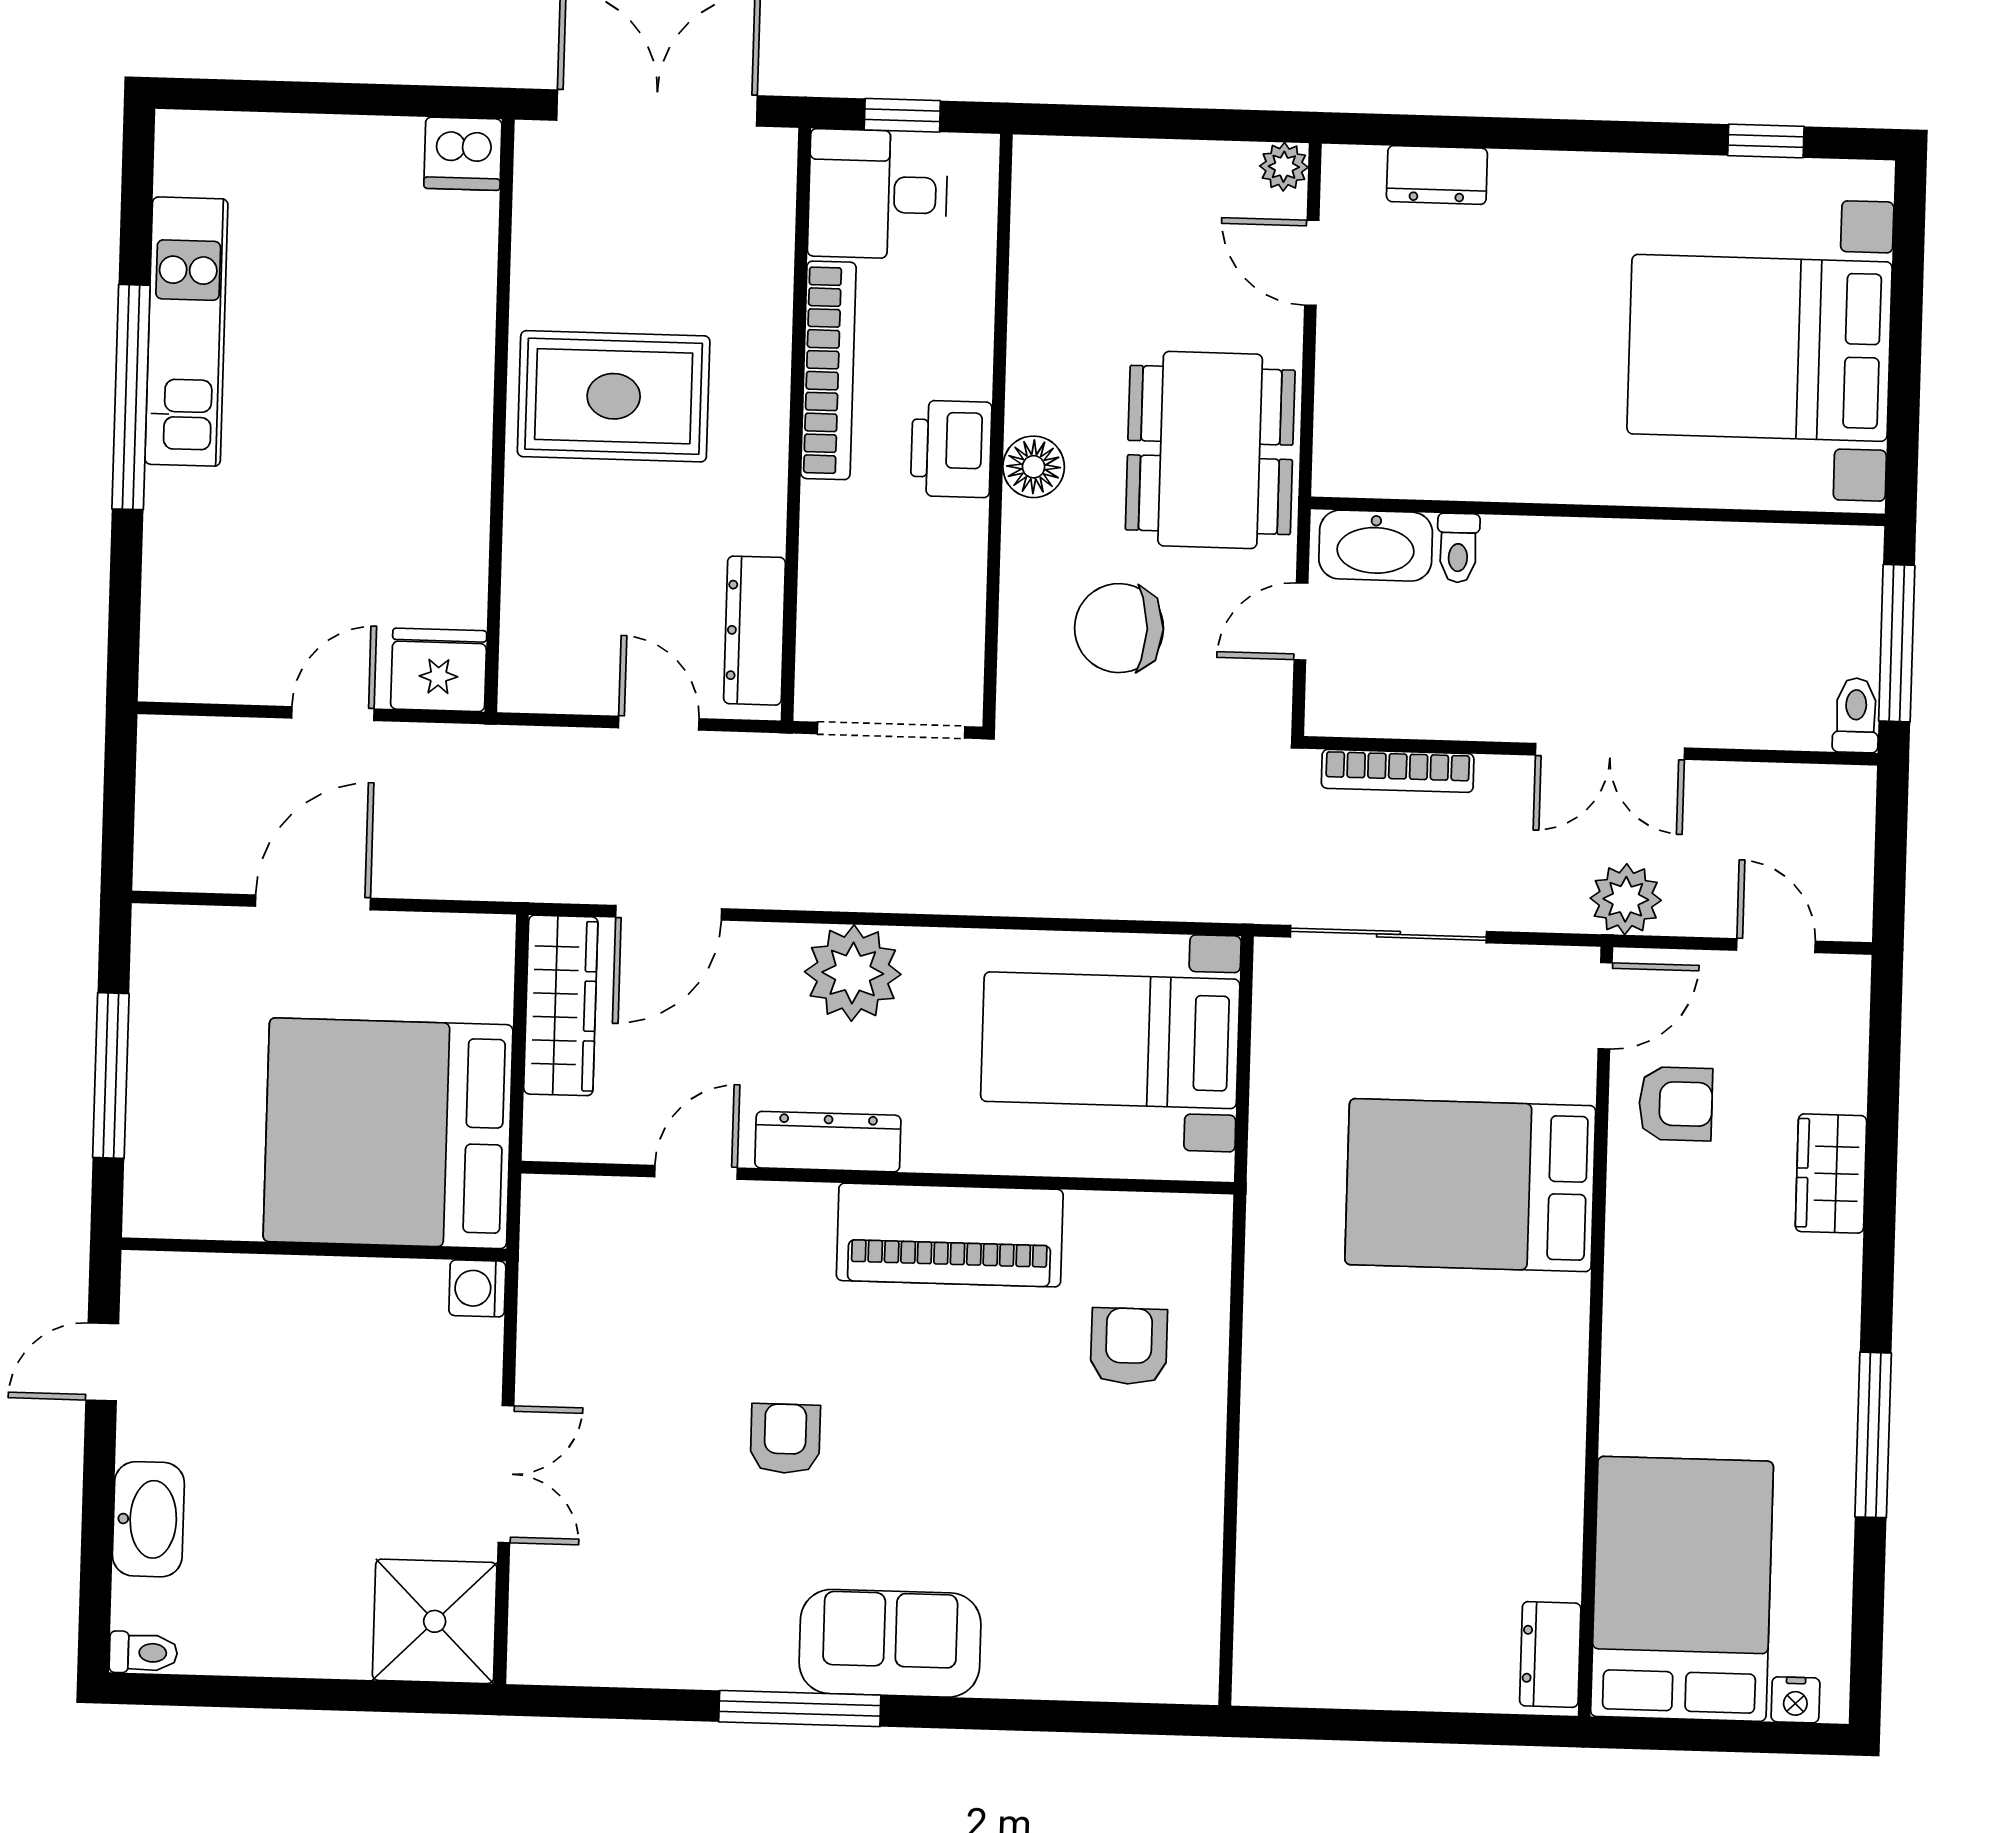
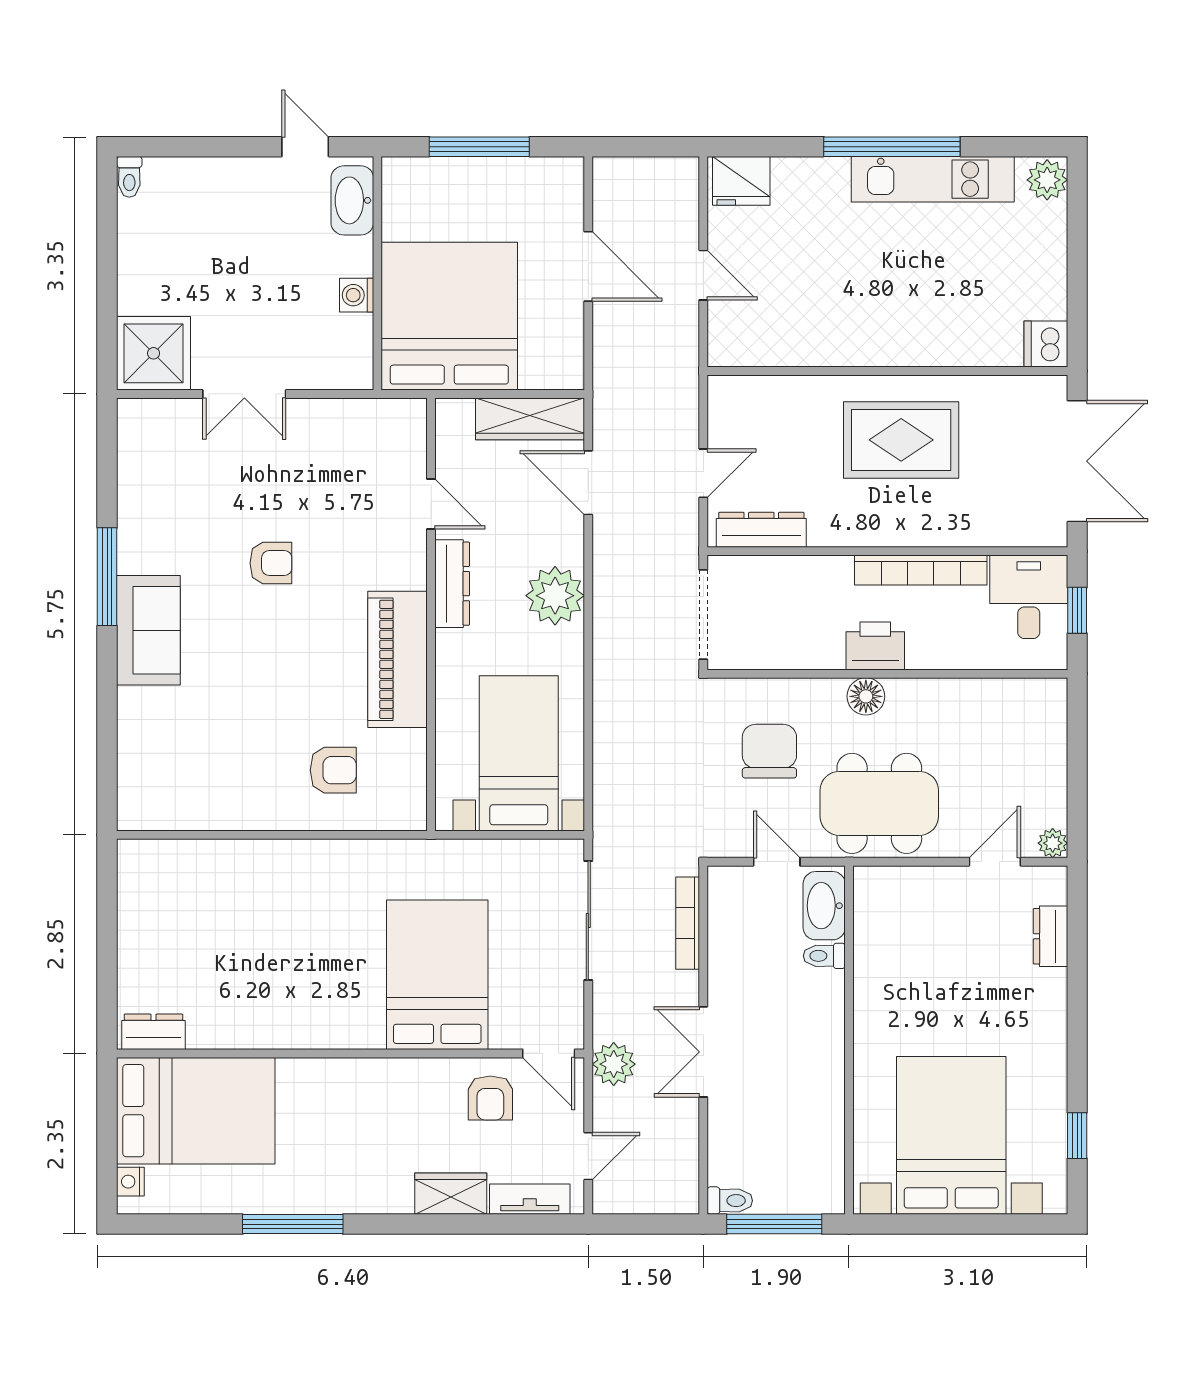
plant: (193, 143) -> (1047, 180), added
rug: (614, 396) -> (901, 440), turned 90
fridge: (439, 670) -> (741, 181), moved, turned 90
tv unit: (1844, 1044) -> (530, 1199), added
washing machine: (477, 1288) -> (357, 295), moved, turned -90
washbasin: (148, 1519) -> (352, 200), moved, turned 90

